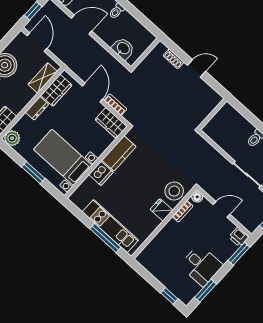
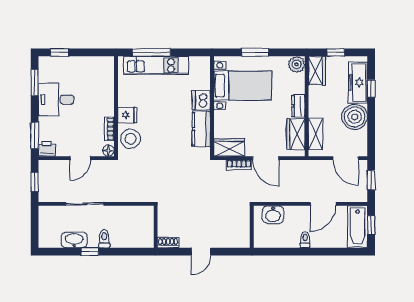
shoe rack: (173, 59) -> (168, 243), moved

